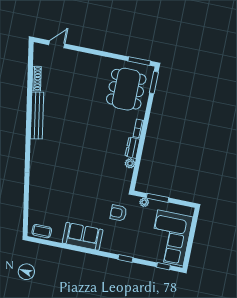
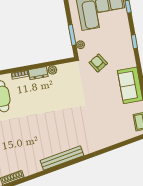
bench: (37, 115) -> (62, 158), moved
armchair: (118, 213) -> (98, 63), turned 148

